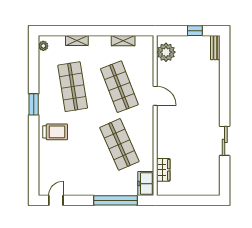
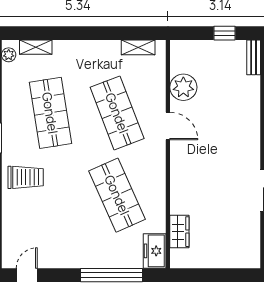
shelving: (77, 40) -> (36, 47), moved
shelving: (123, 41) -> (138, 47), moved
plant: (166, 52) -> (183, 87), moved

